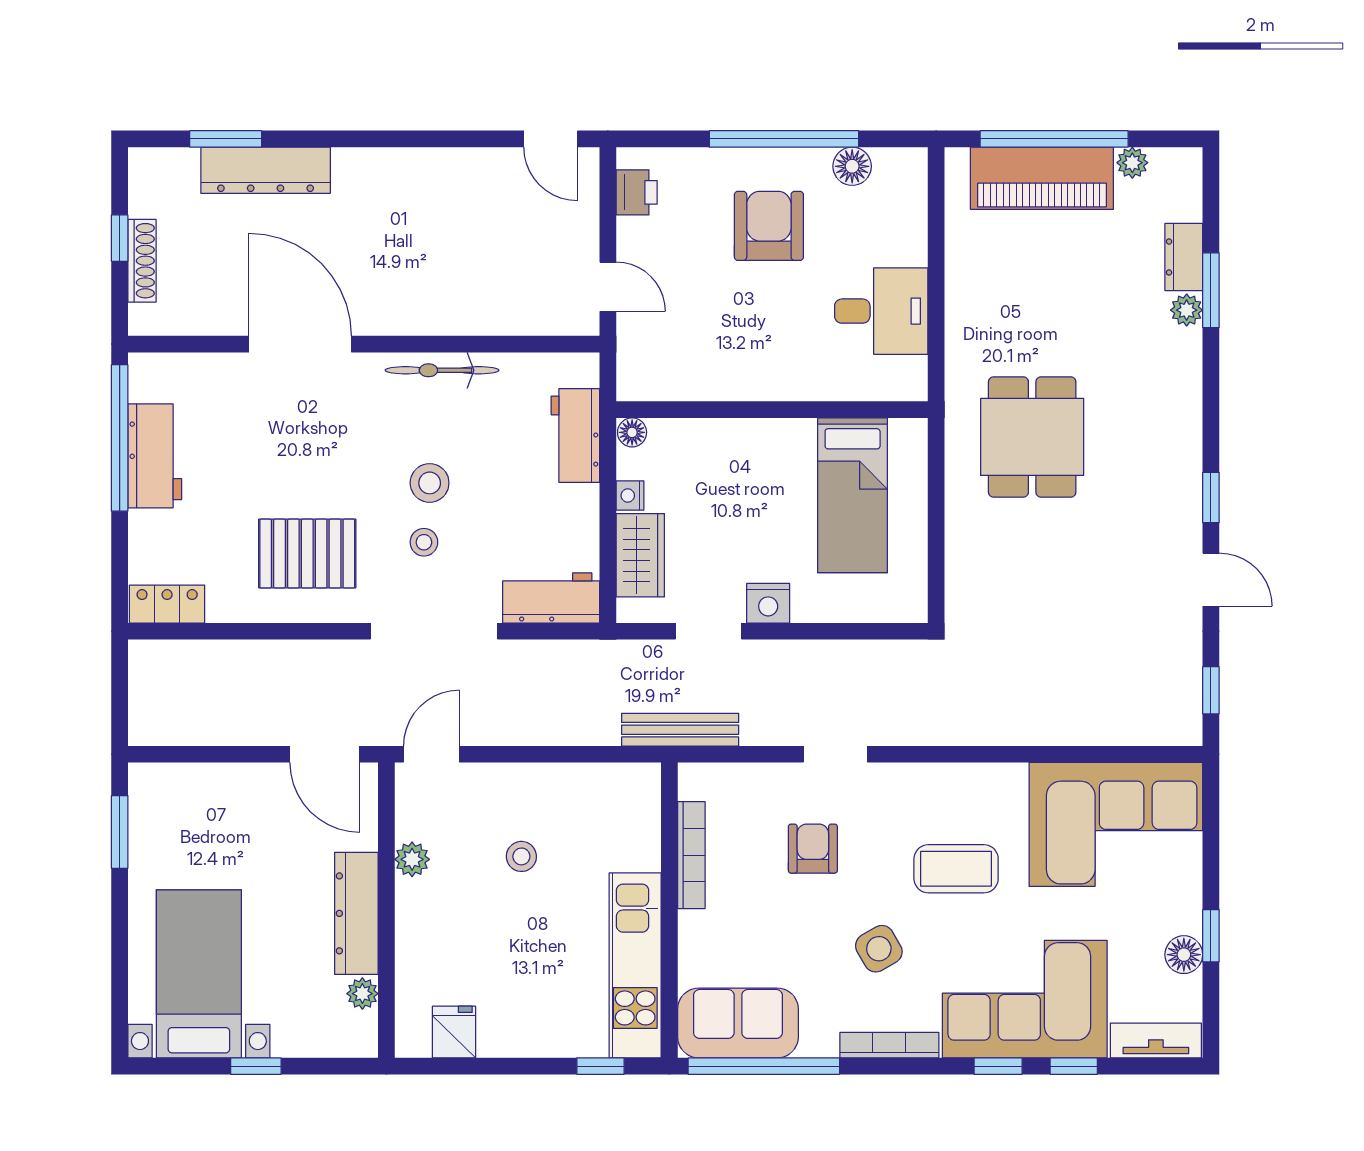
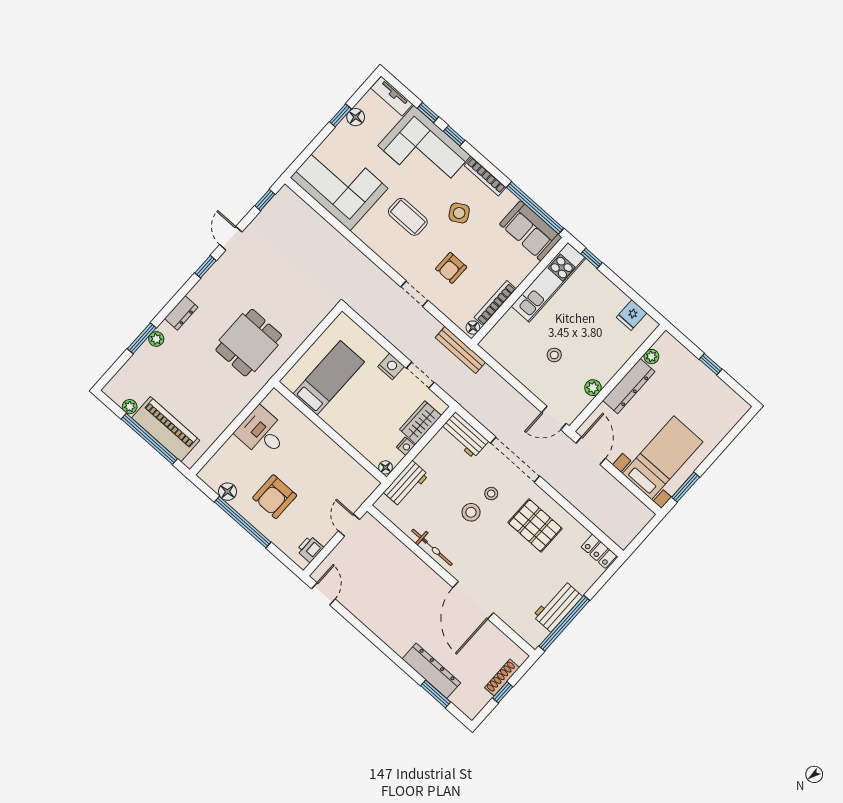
dresser: (1184, 257) -> (181, 313), moved
floor lamp: (692, 784) -> (473, 328), added
bed with nightstands: (199, 974) -> (663, 458), moved, turned 180

